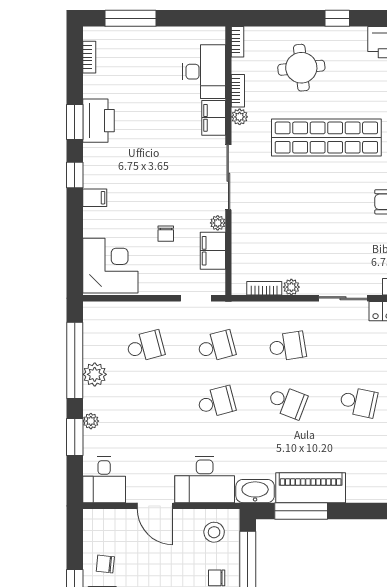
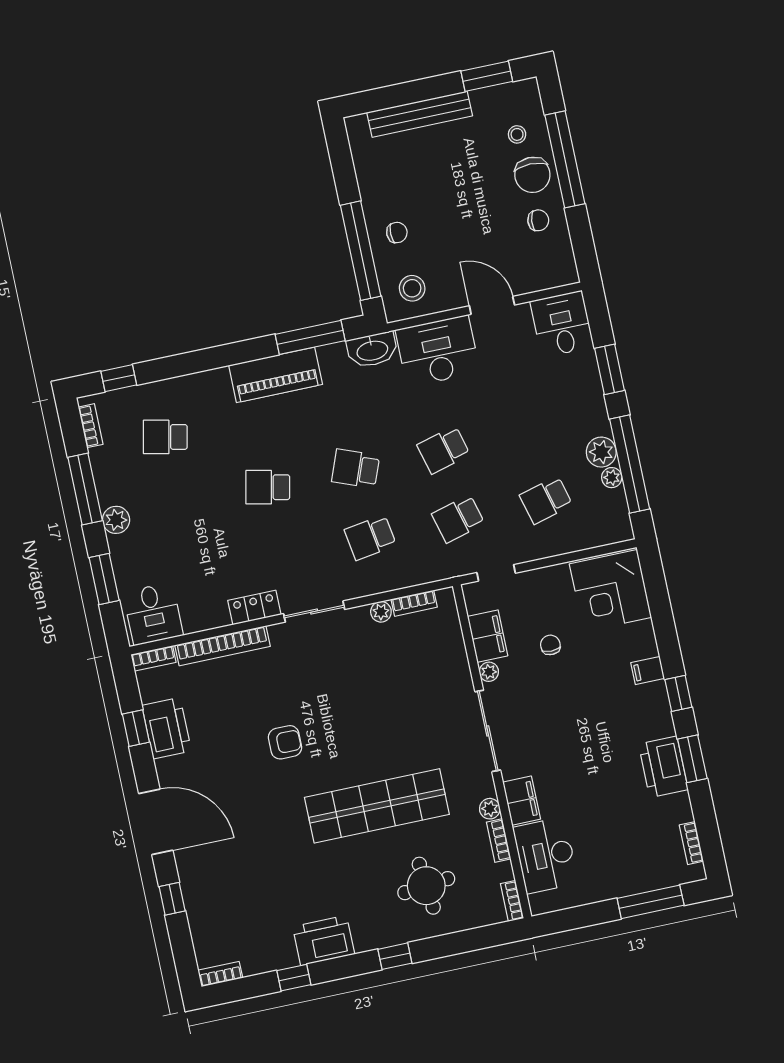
plant: (91, 421) -> (612, 478), moved
piano: (311, 488) -> (276, 375), moved

